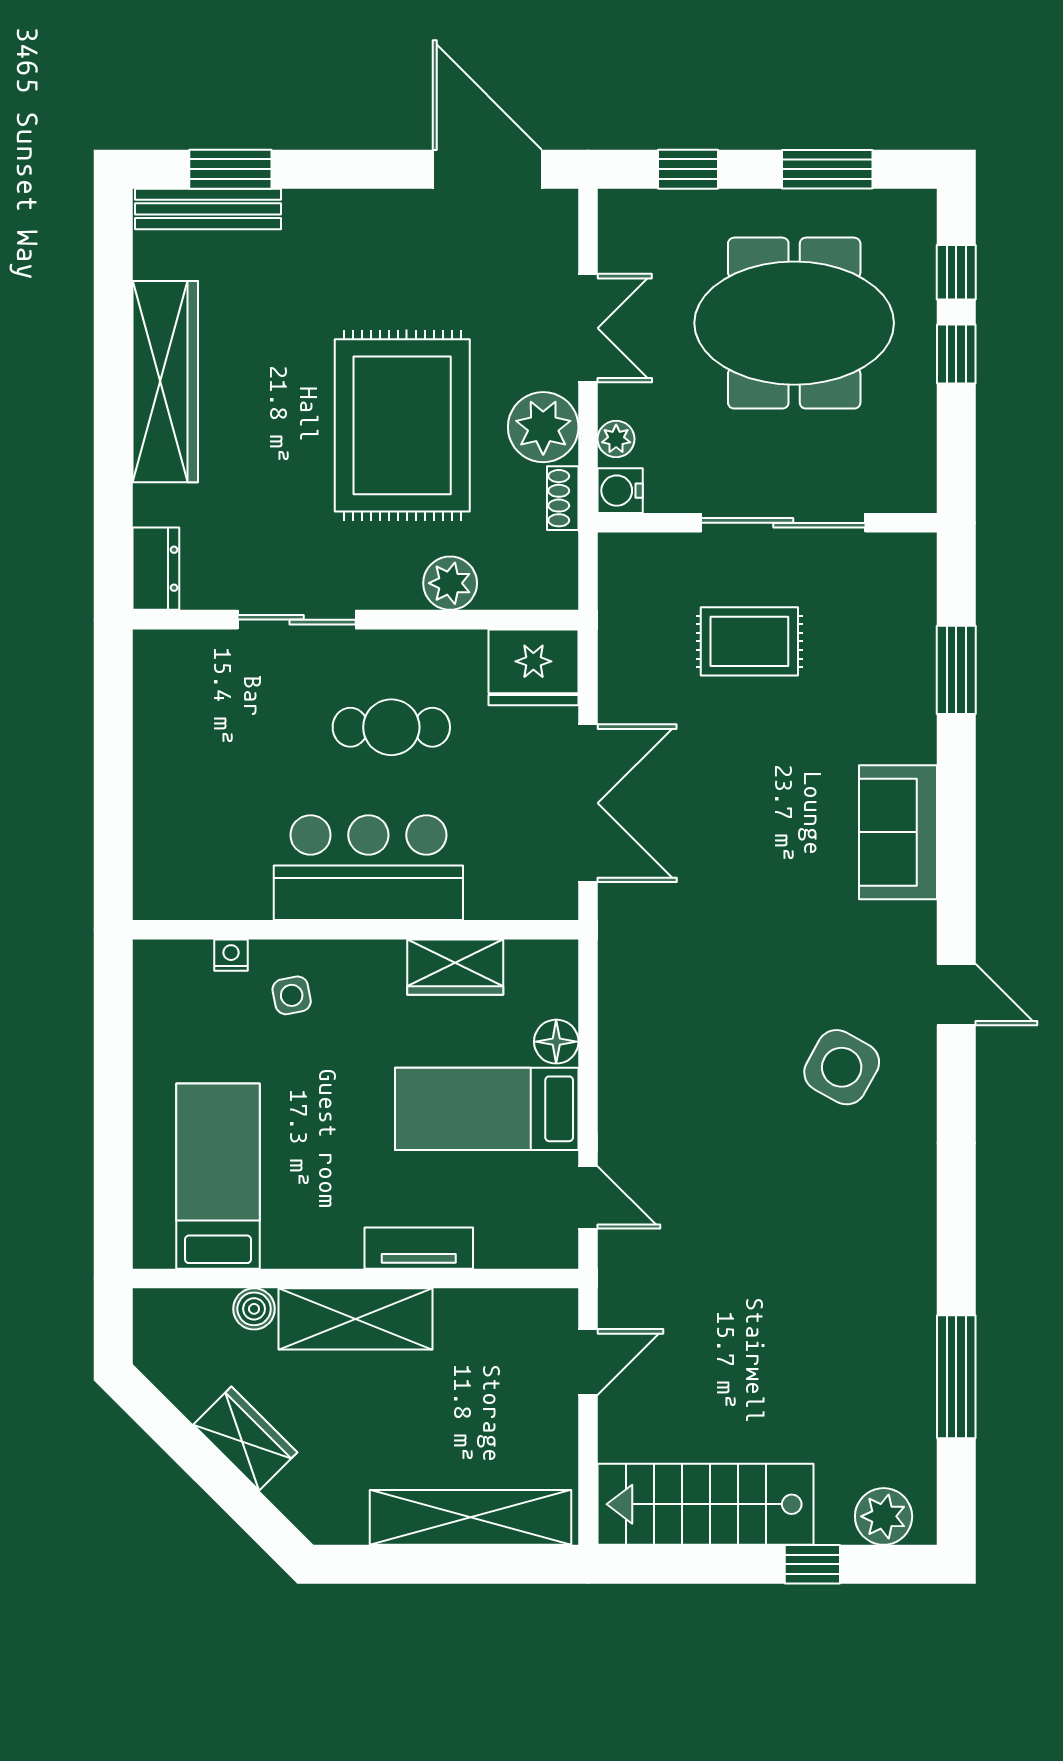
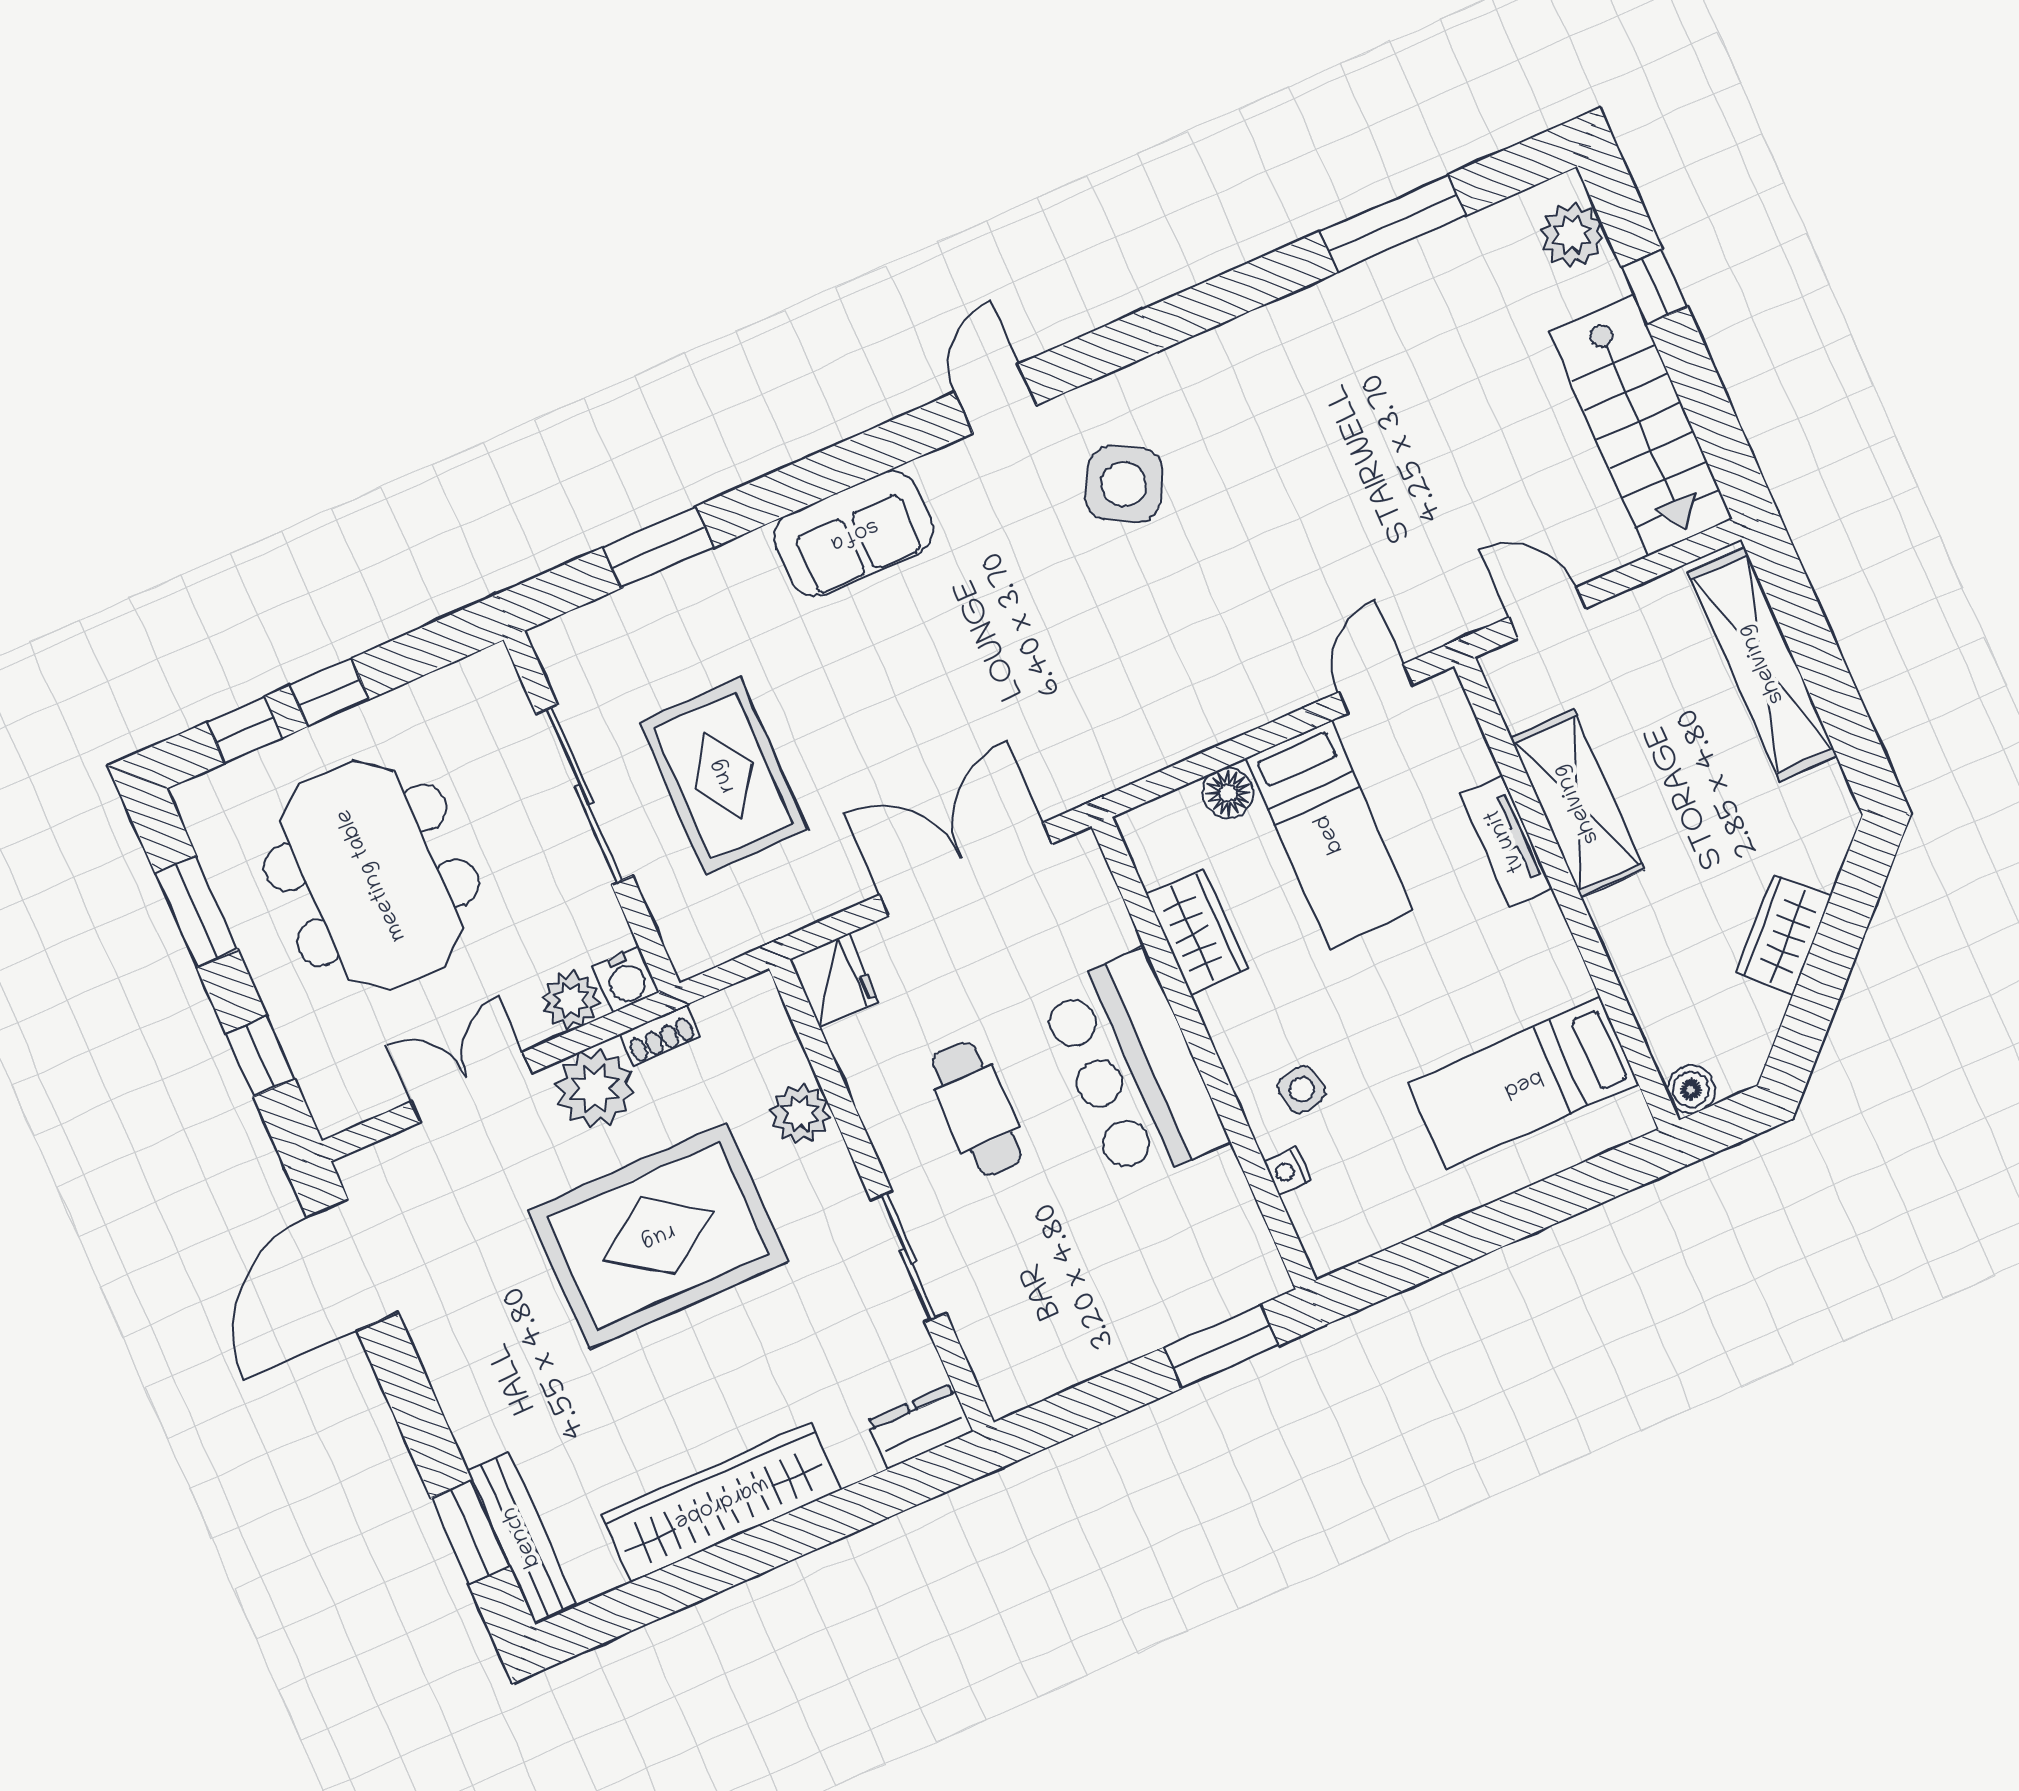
plant: (616, 439) -> (571, 1000), width x1.38, depth x1.38
rug: (749, 641) -> (723, 776), width x1.36, depth x1.43
fridge: (533, 667) -> (834, 980), width x0.73, depth x0.75
window: (113, 840) -> (1221, 1346), added
boiler: (254, 1309) -> (1691, 1089), moved
shelving: (356, 1319) -> (1577, 804), moved

